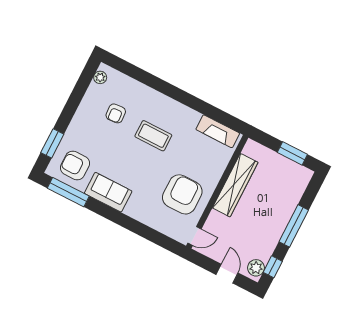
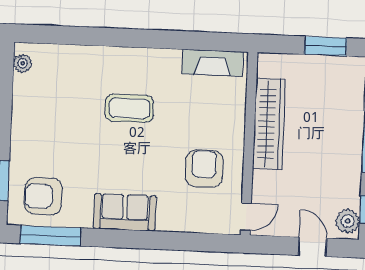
armchair: (116, 113) -> (65, 102), removed
sofa: (108, 192) -> (125, 212), moved
armchair: (182, 194) -> (204, 169), width x0.73, depth x0.73

